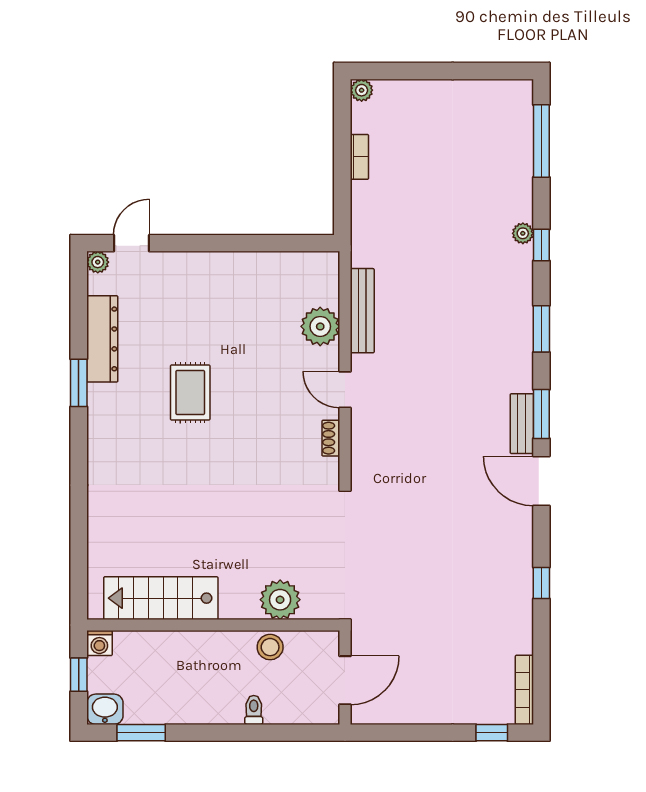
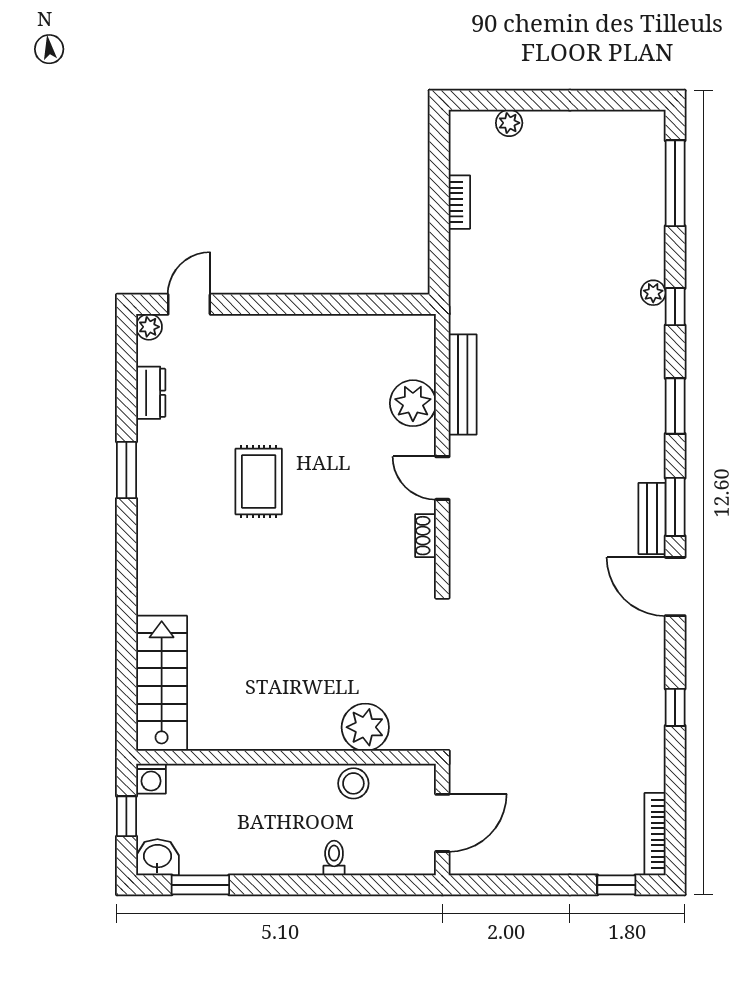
plant: (362, 90) -> (509, 123), moved
dresser: (102, 339) -> (151, 393), width x0.51, depth x0.80
stairs: (161, 598) -> (162, 683), moved, turned 90

